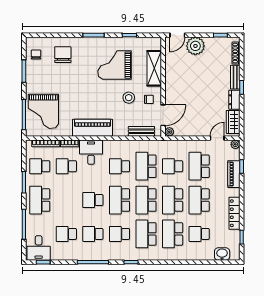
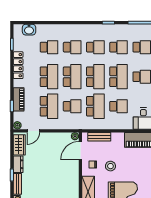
school desk: (146, 234) -> (95, 47), width x0.54
school desk: (173, 234) -> (72, 47), width x0.54

